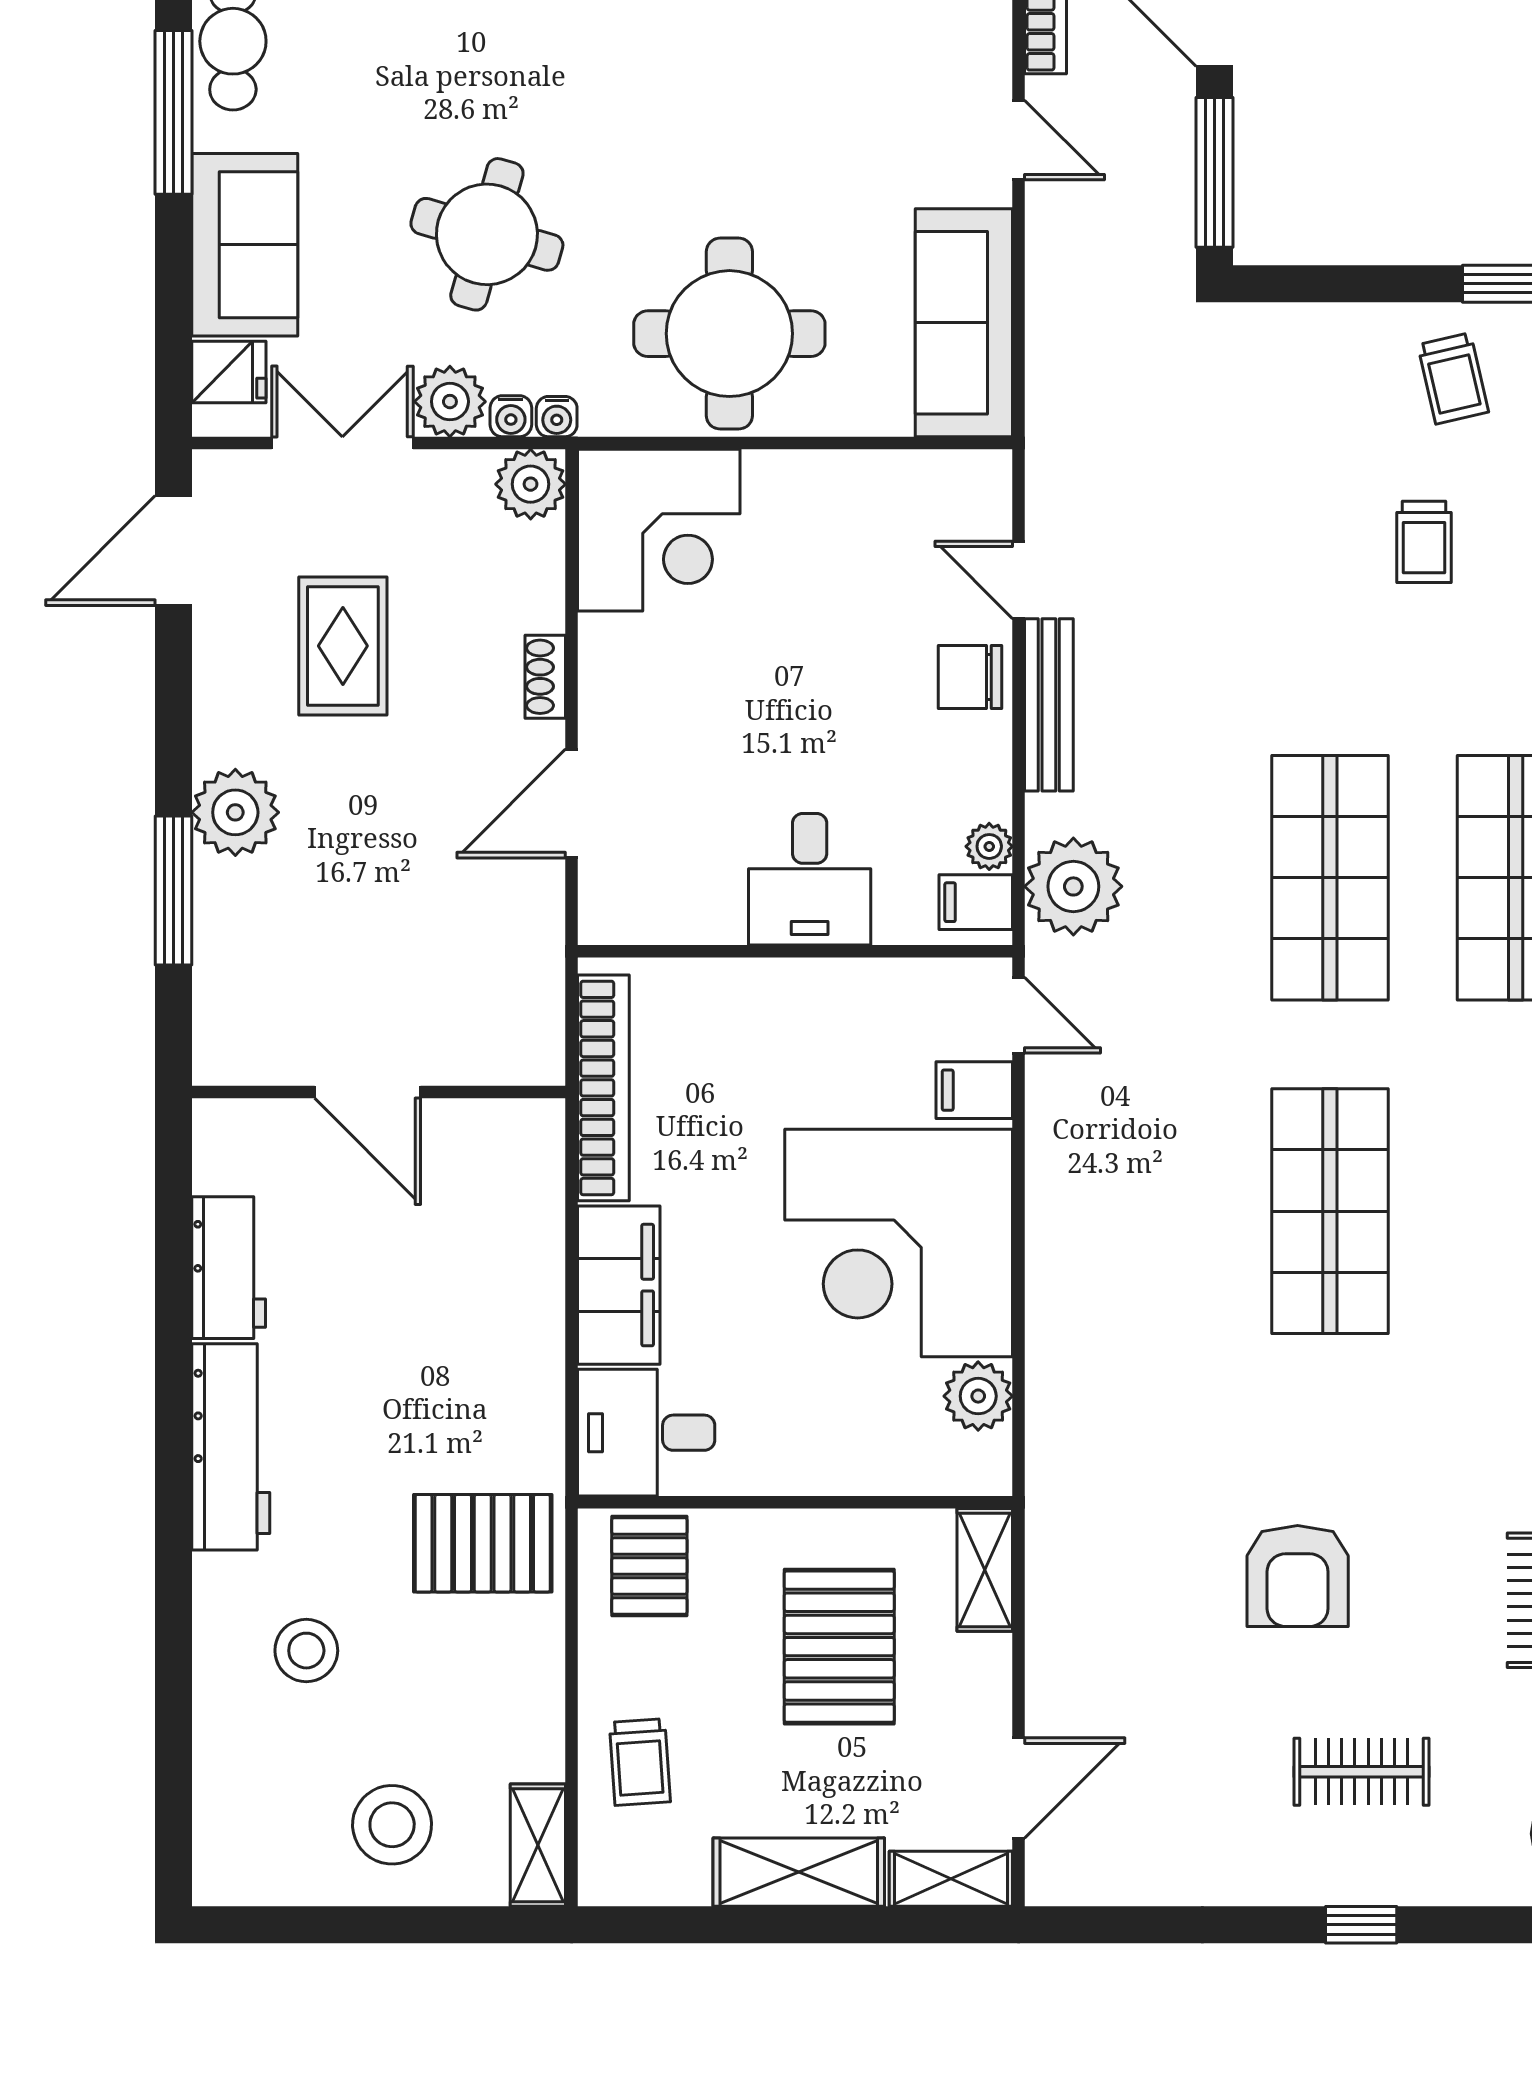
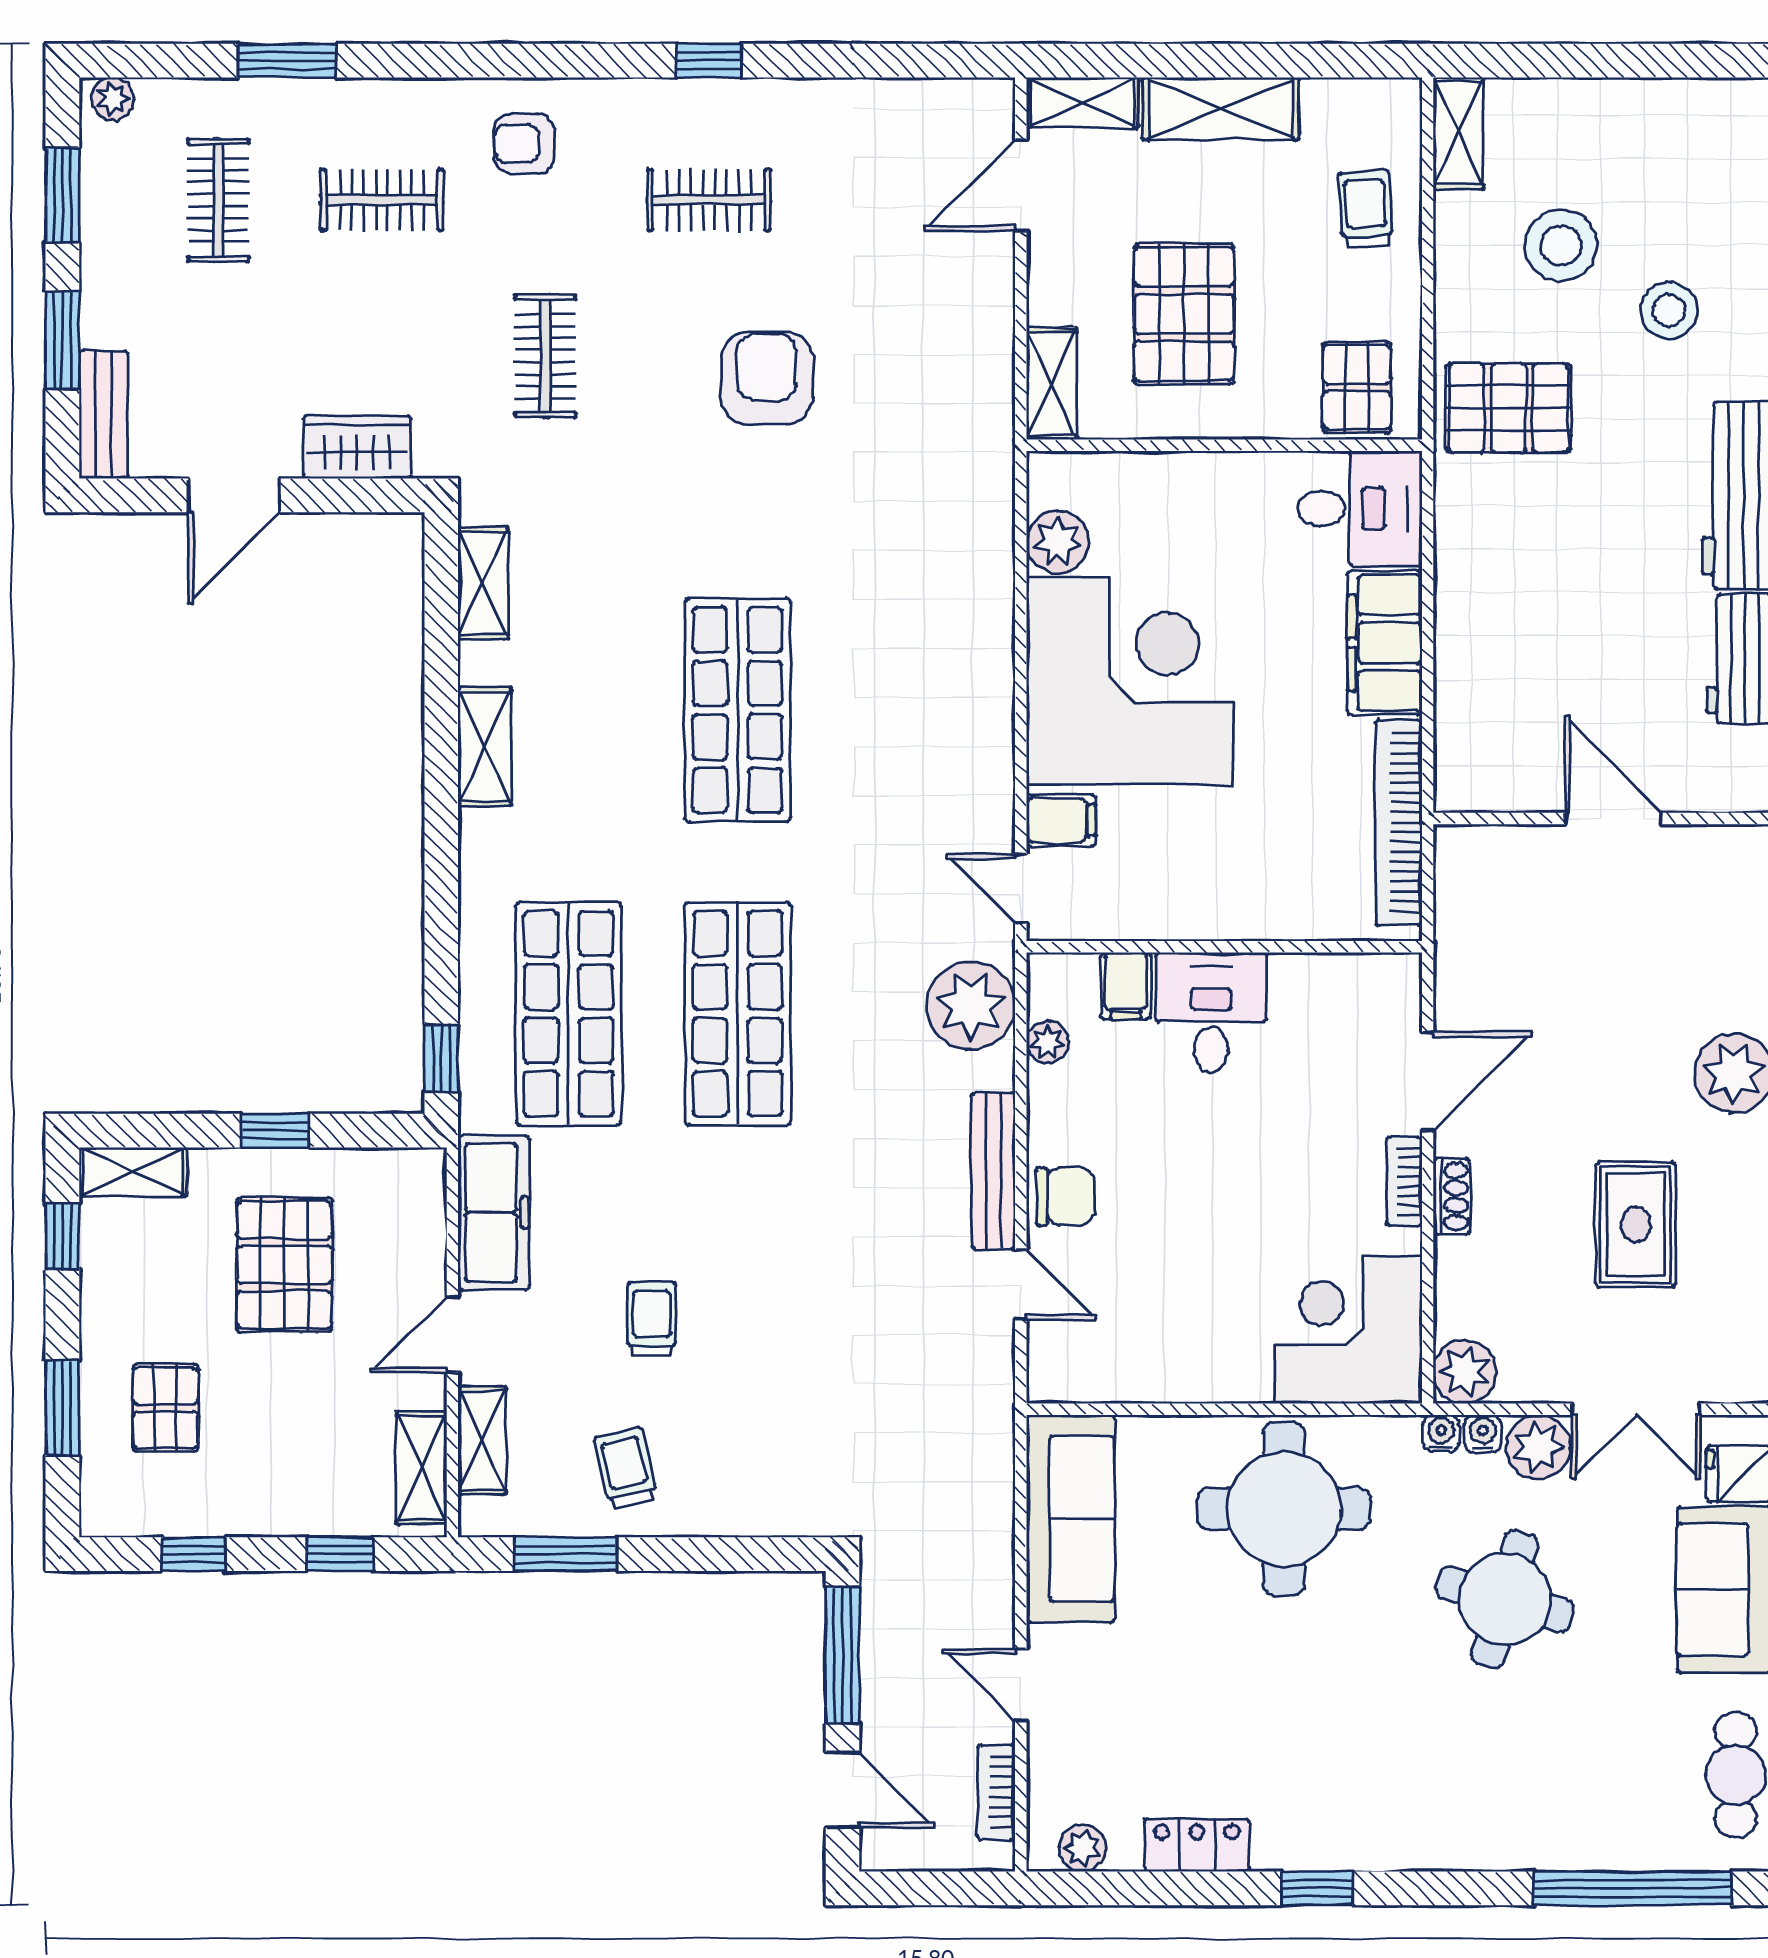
bookcase: (597, 693) -> (1404, 1182), added
filing cabinet: (976, 902) -> (1126, 986), moved, turned 90
stool: (392, 1825) -> (1561, 245), moved

